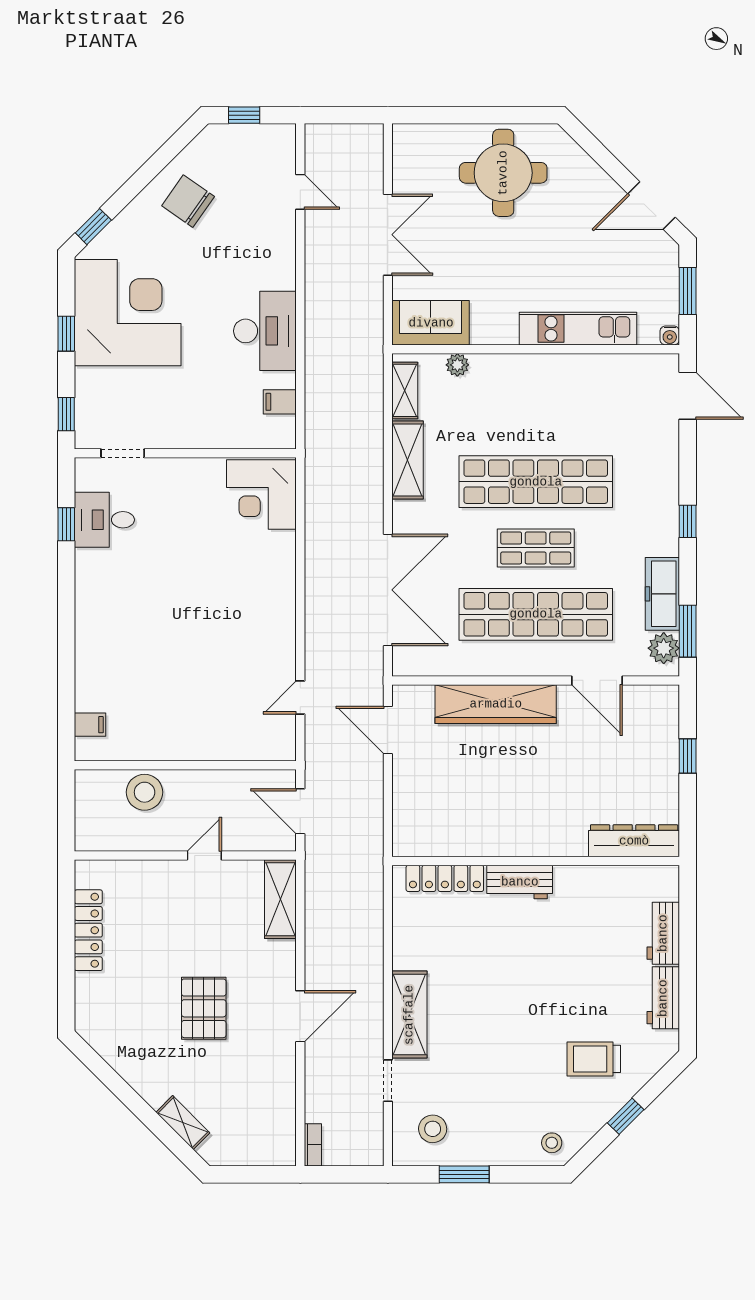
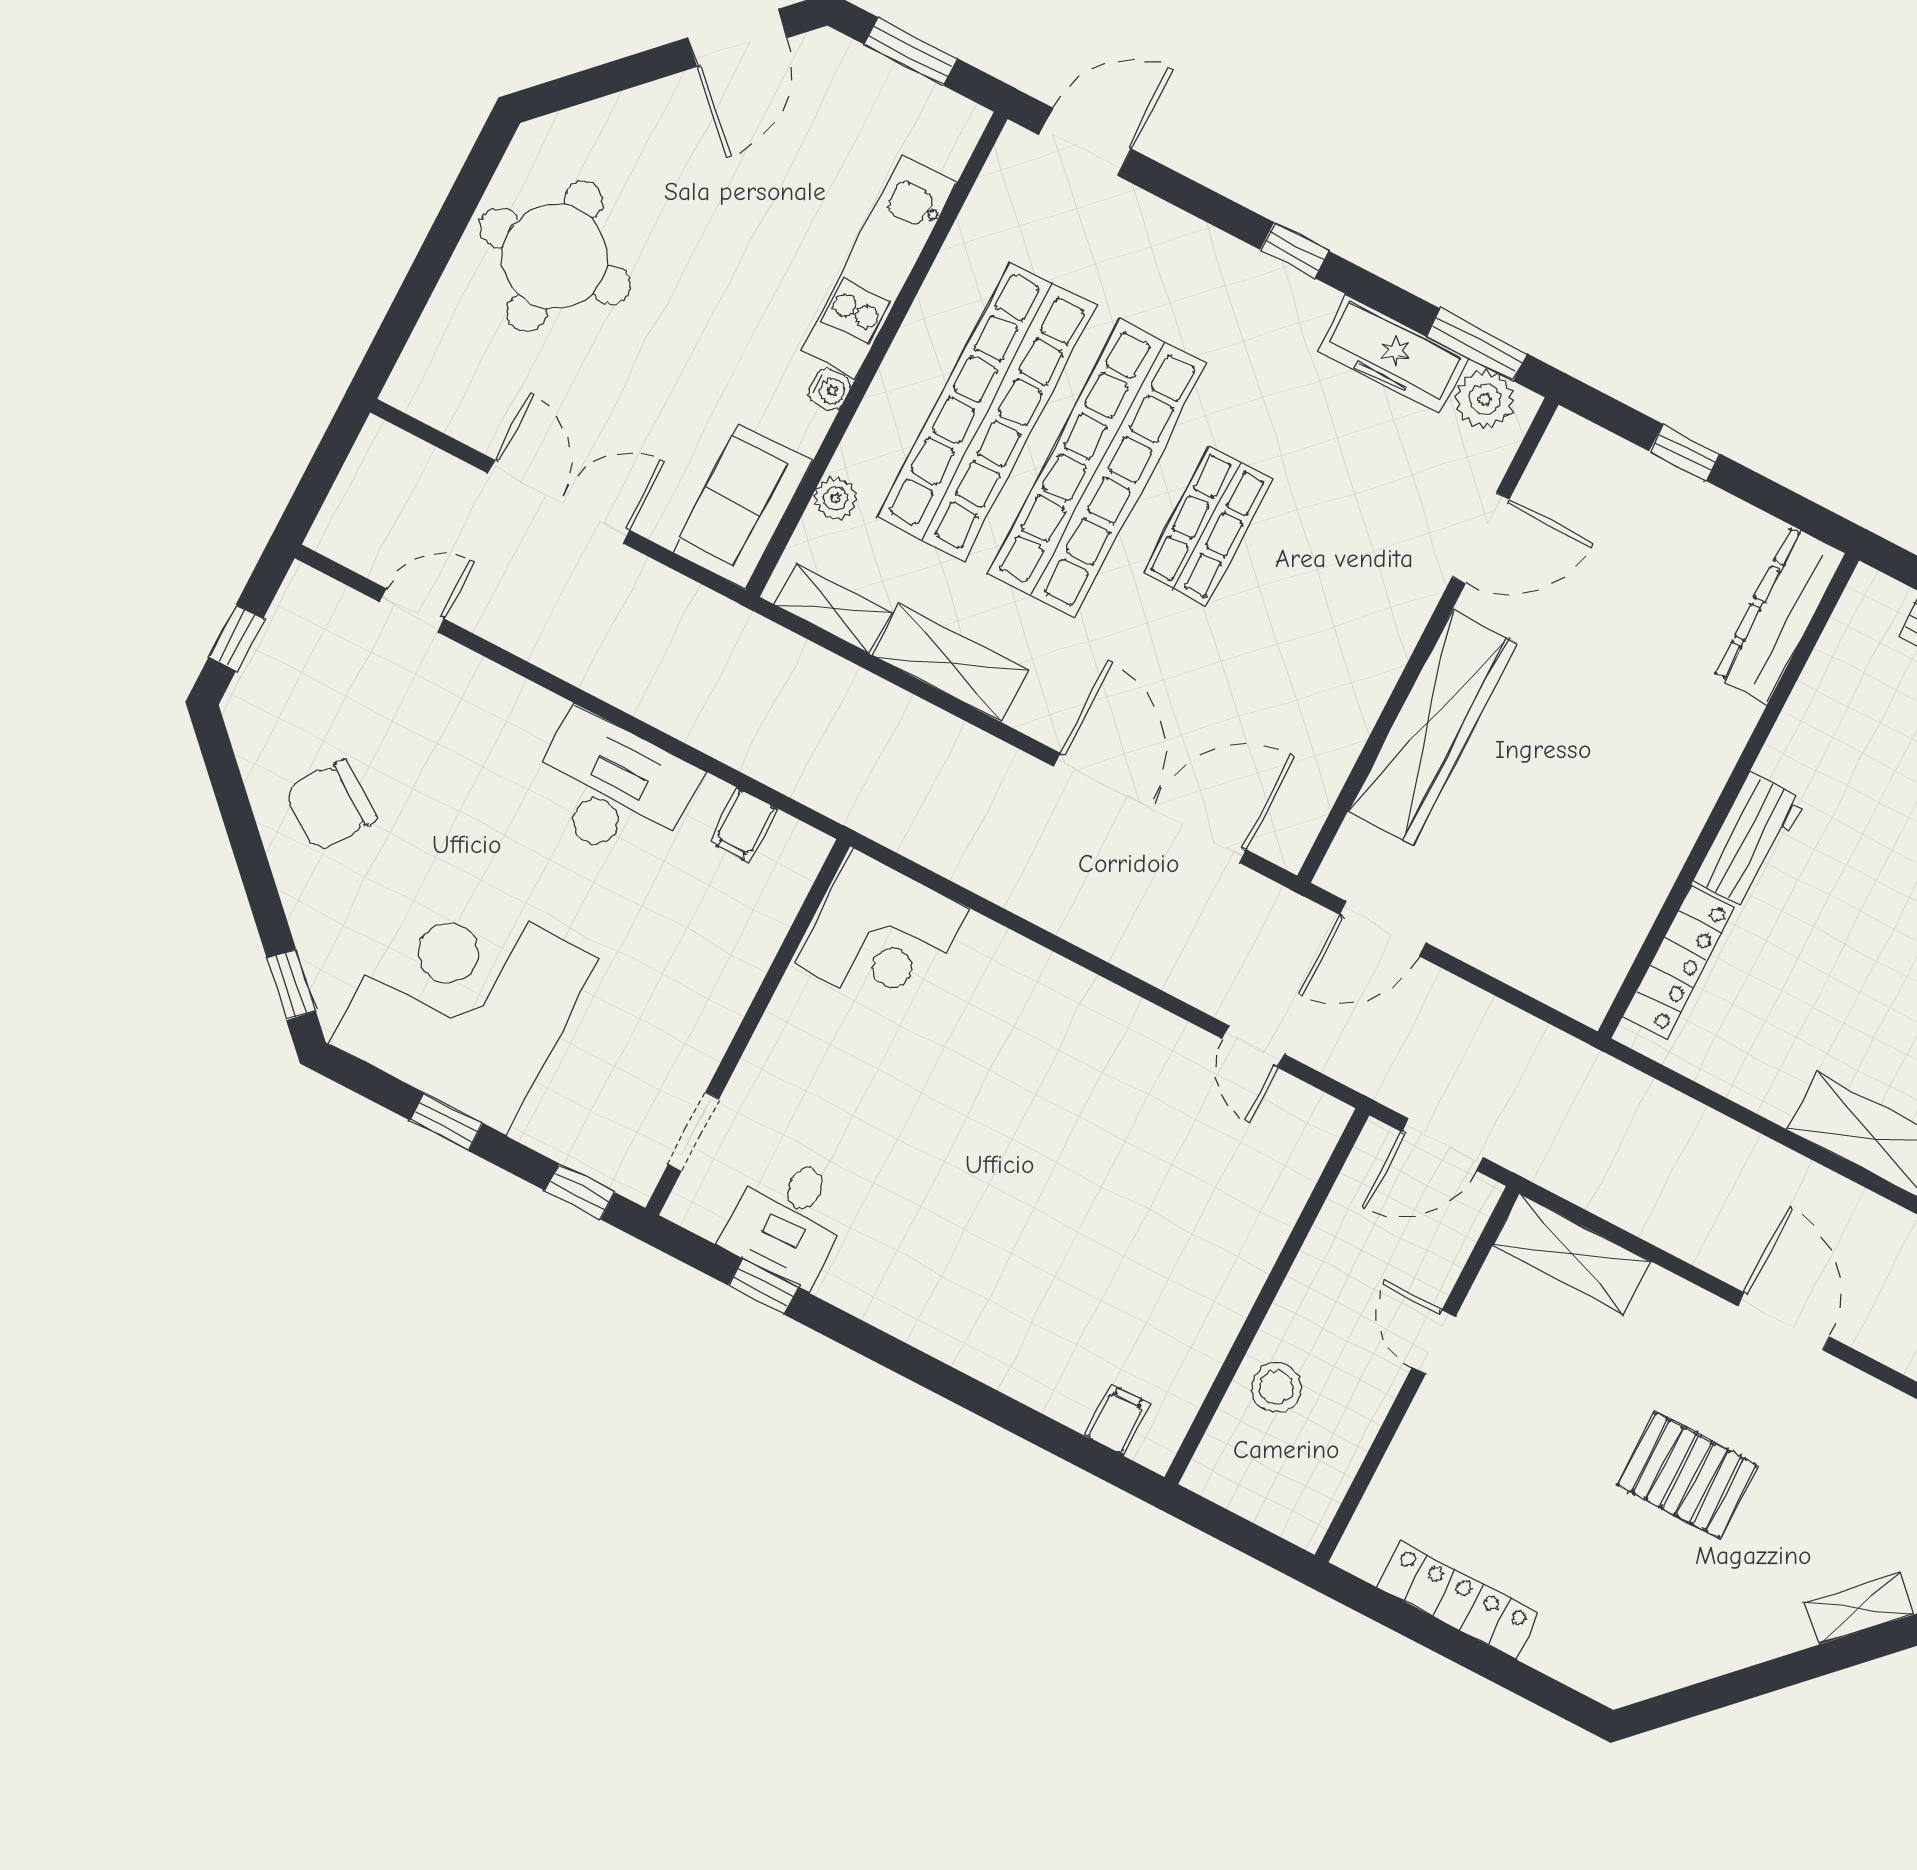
water cooler: (670, 335) -> (830, 389), moved
shop shelf: (536, 614) -> (987, 411), moved
stool: (145, 792) -> (1277, 1387), width x0.73, depth x0.73

